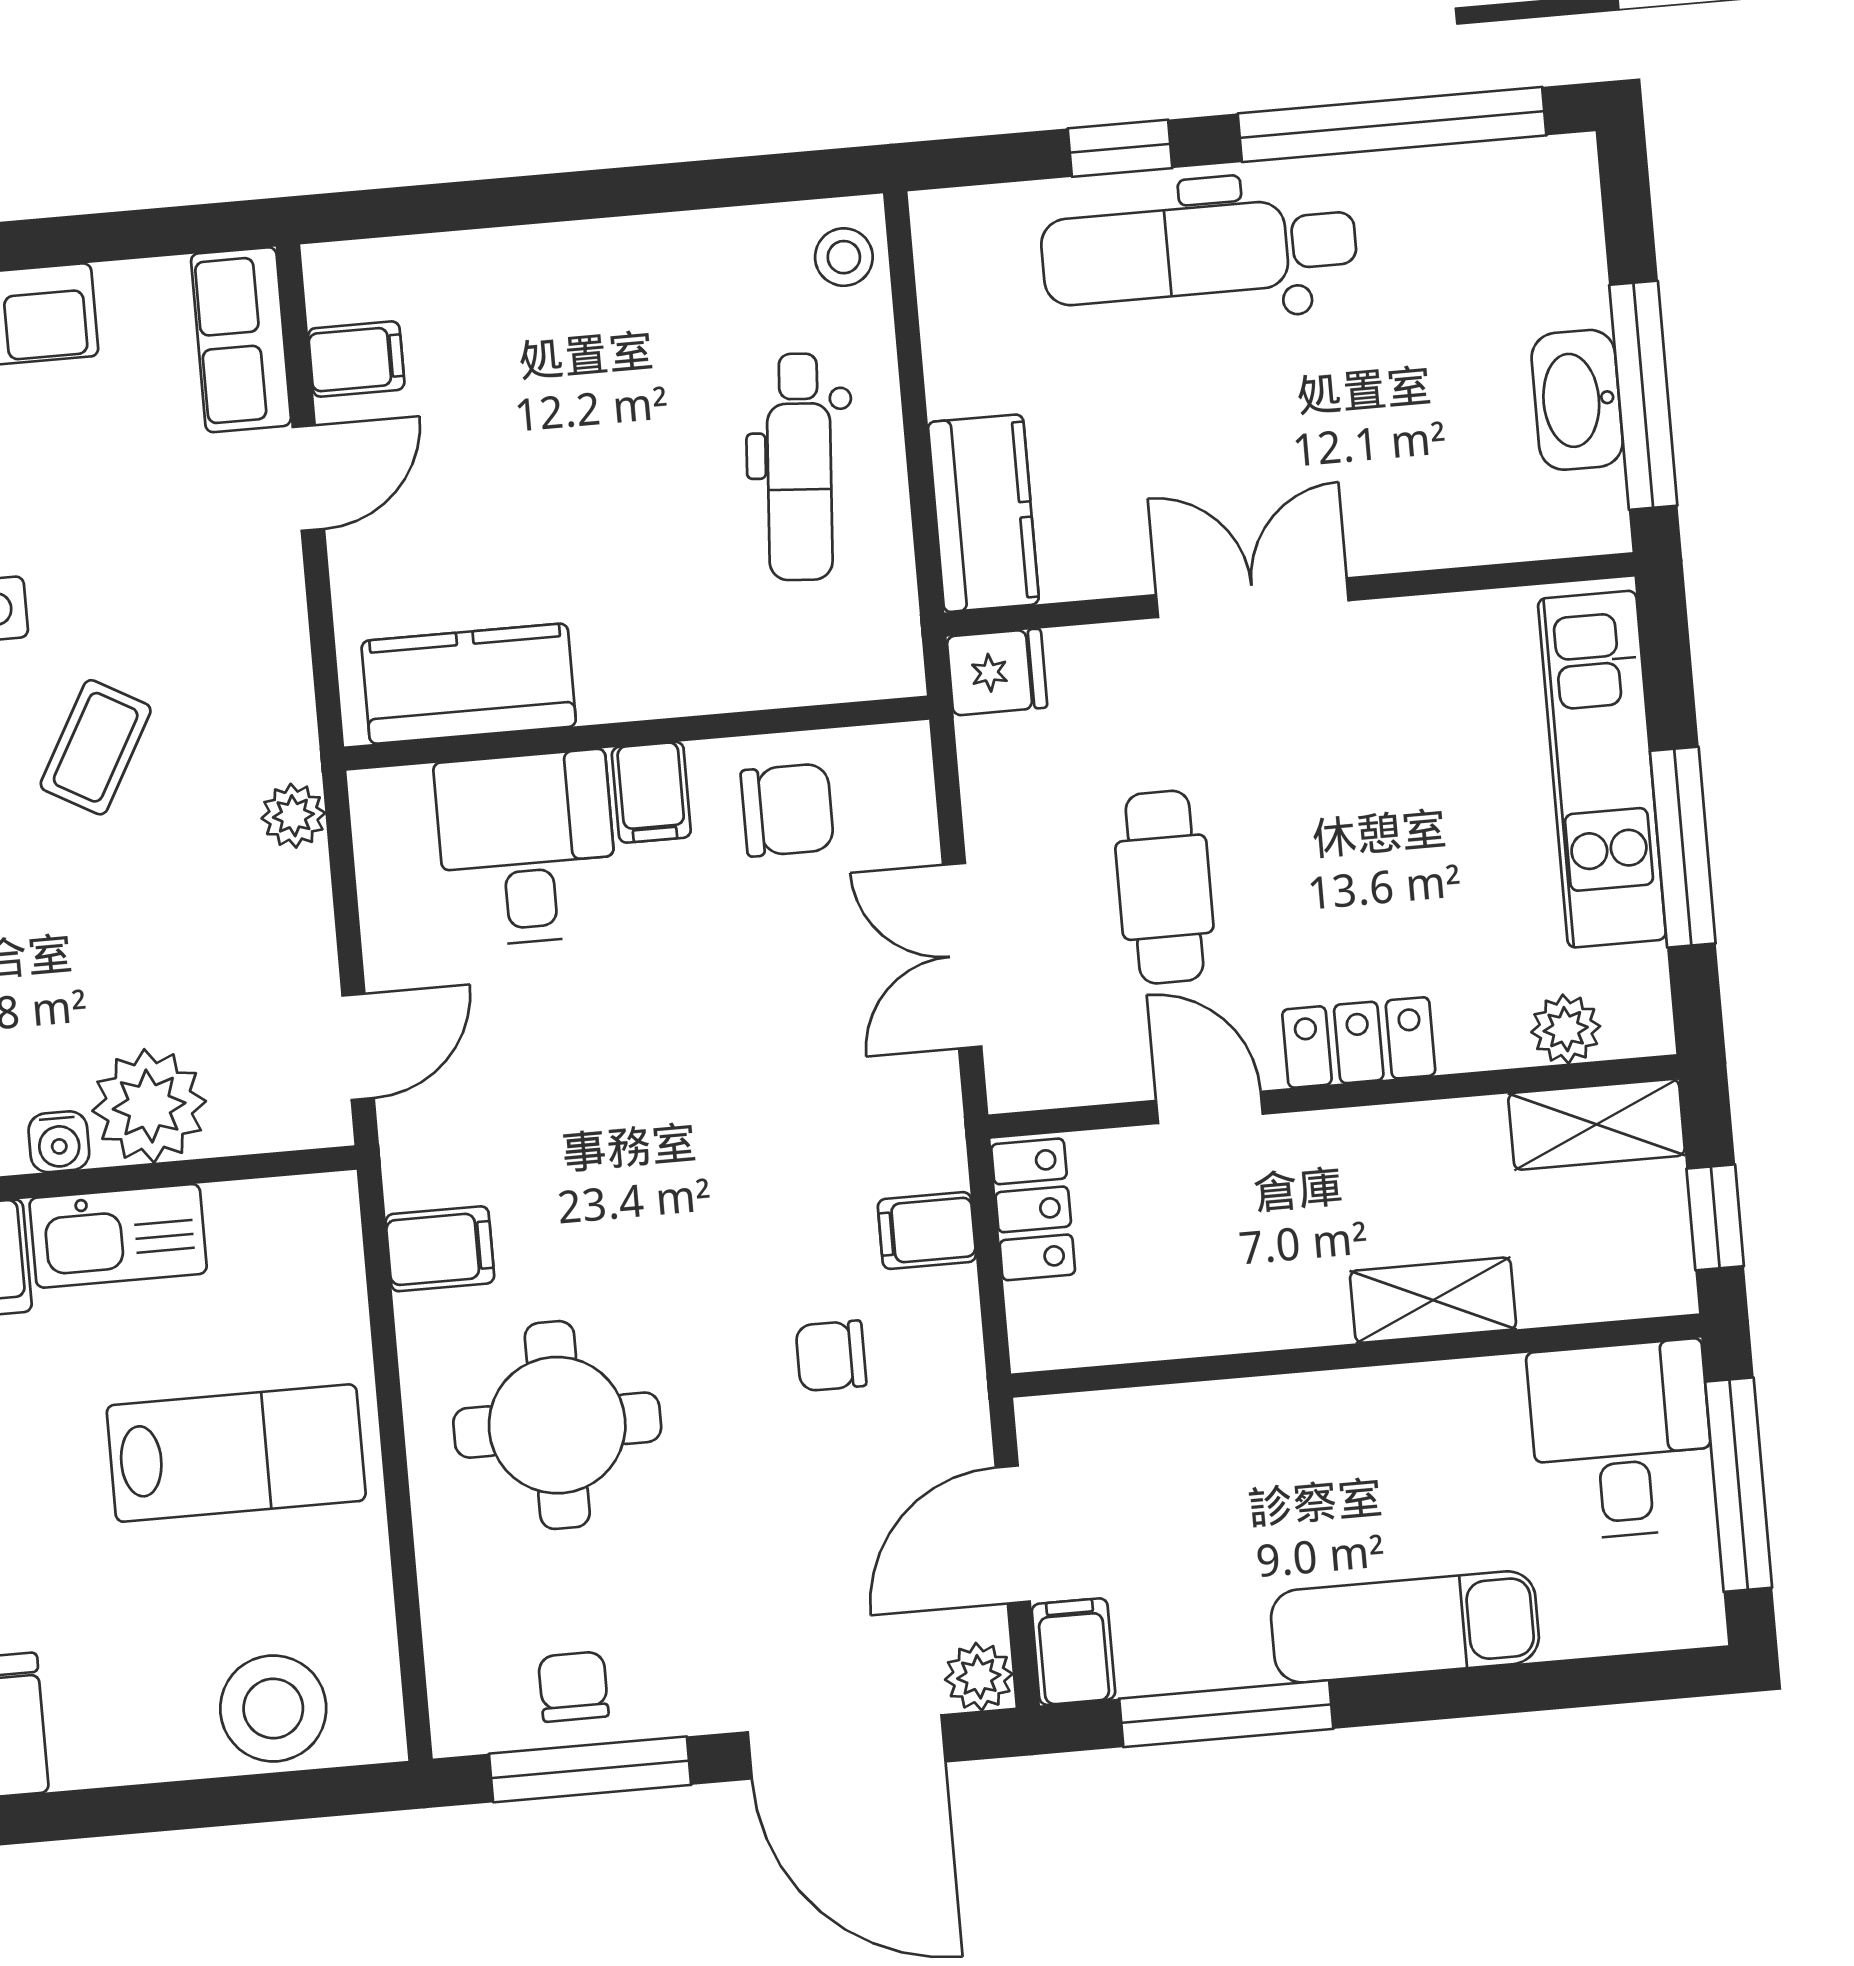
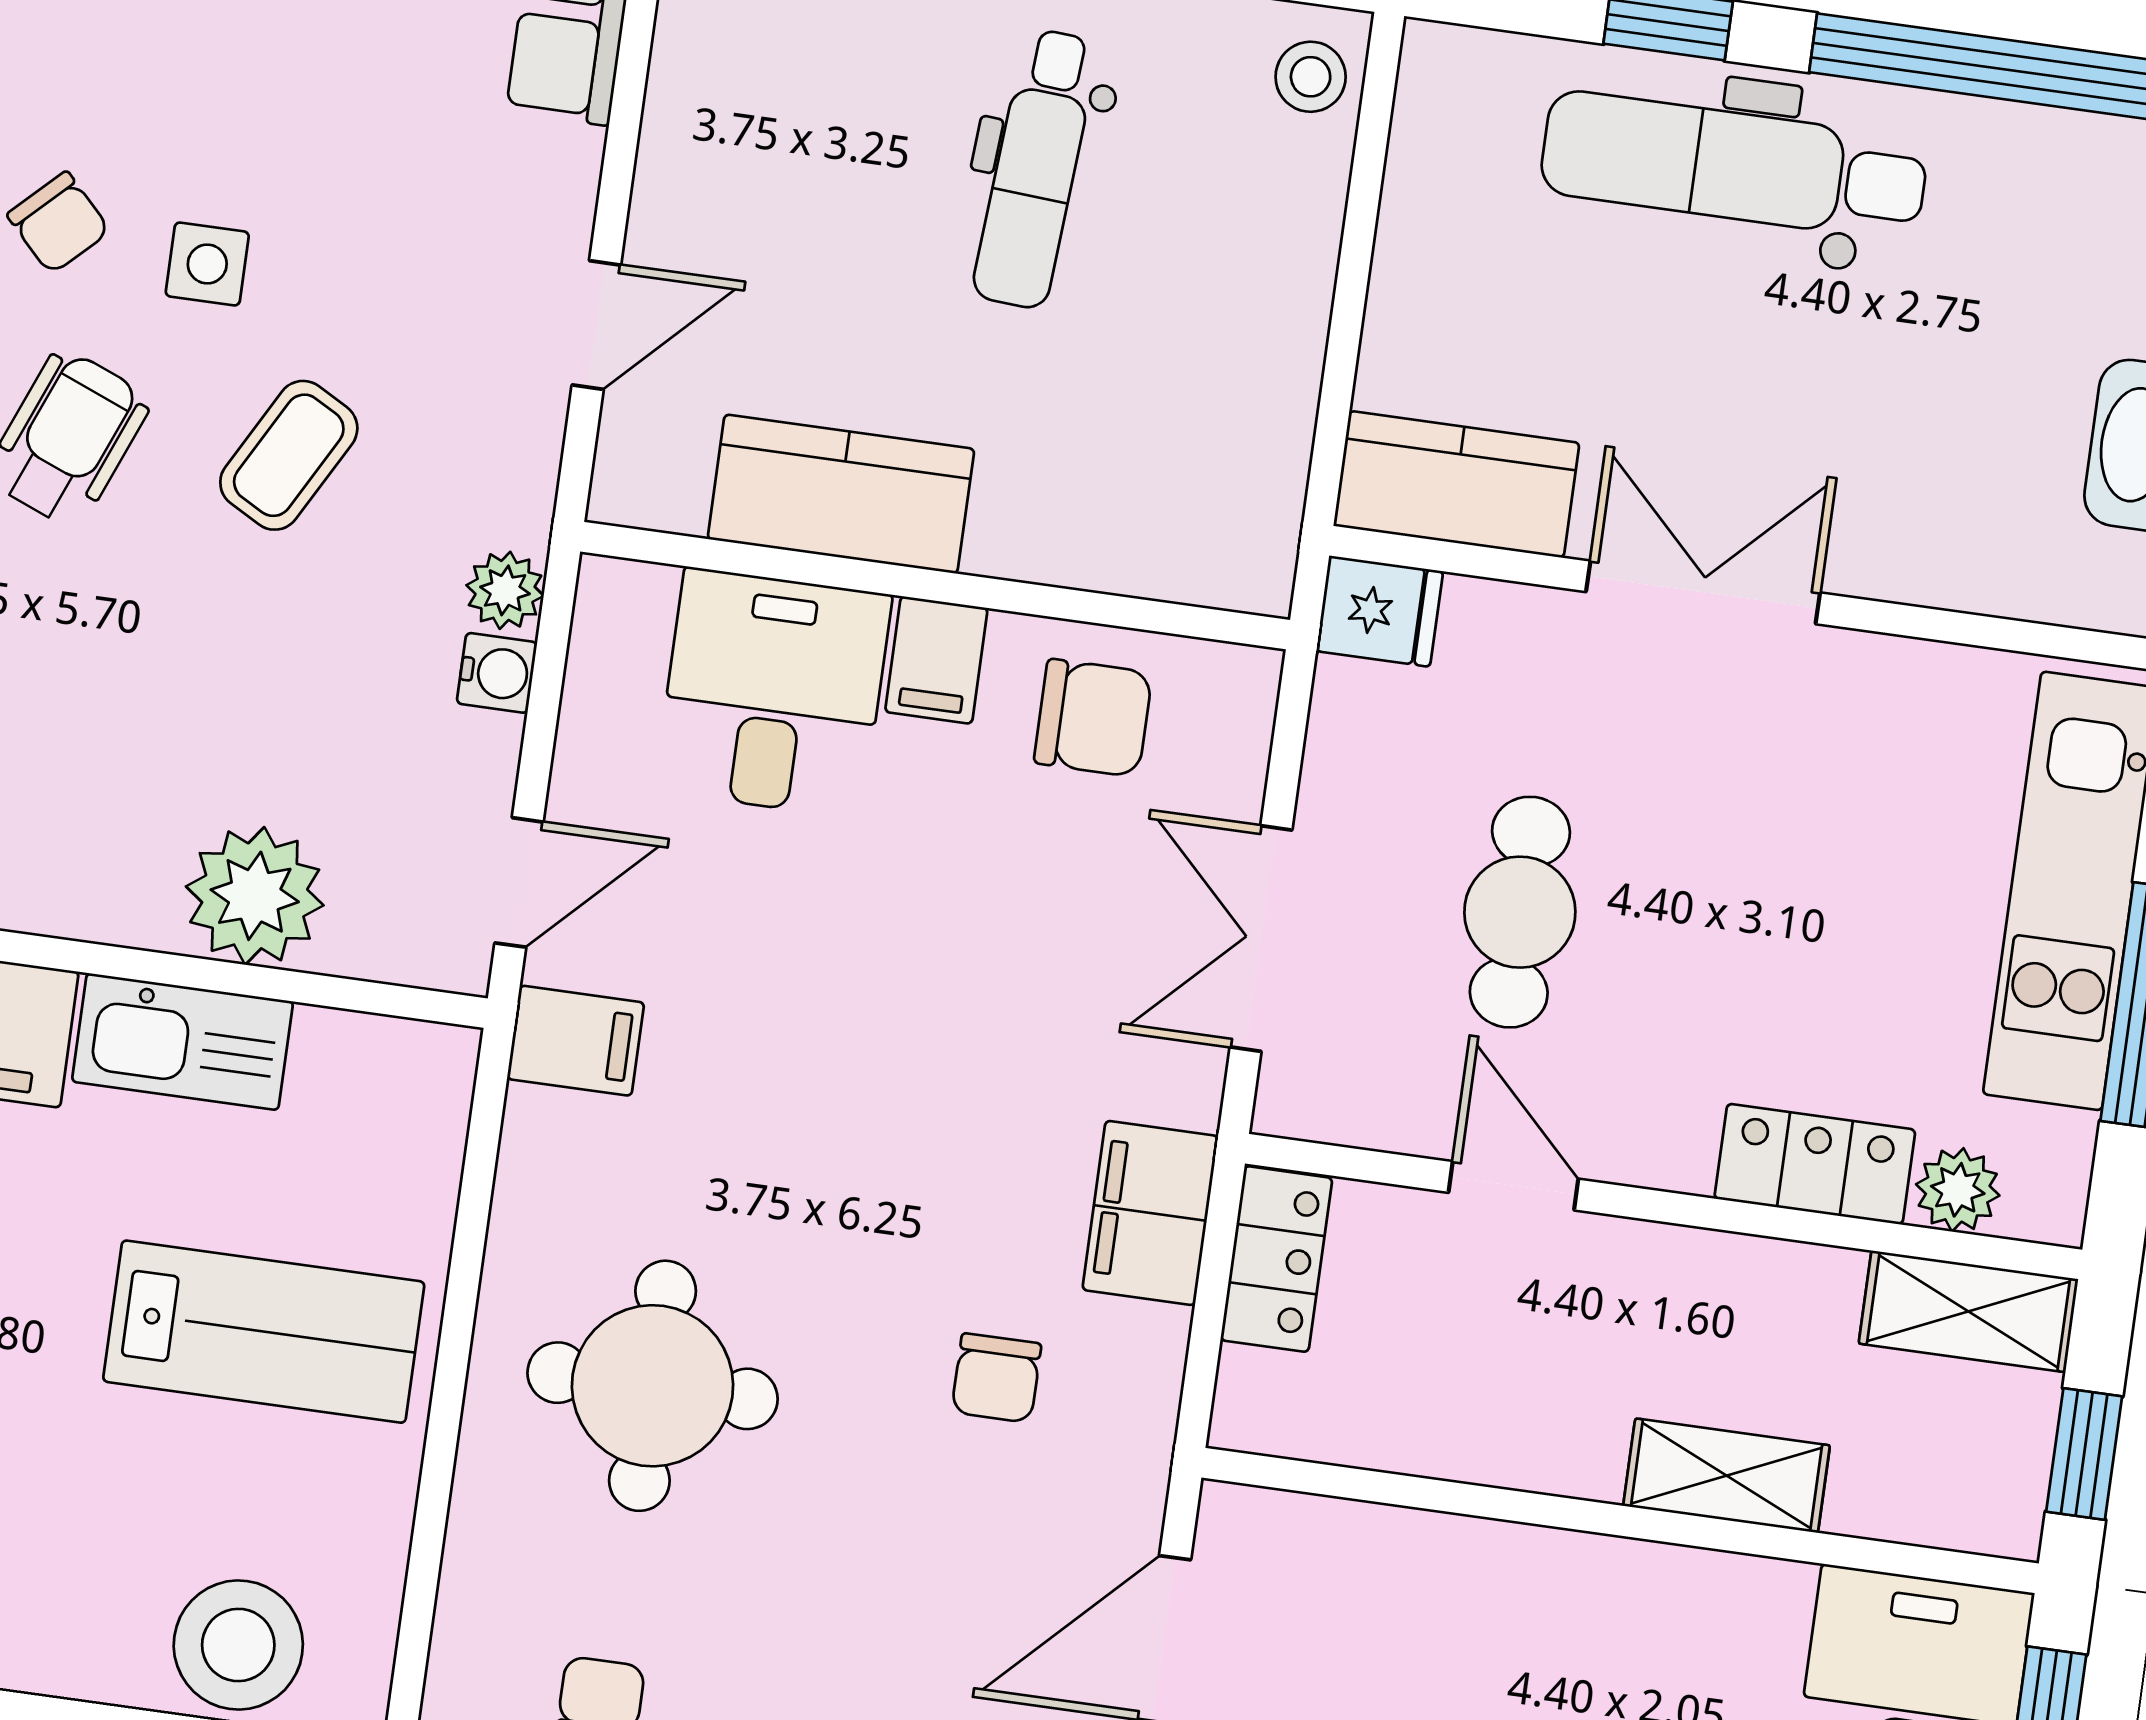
filing cabinet: (356, 359) -> (704, 65), removed
dental chair: (799, 467) -> (1036, 169), moved
door: (308, 478) -> (596, 325), moved
kitchen counter: (984, 513) -> (1456, 484), moved, turned -90
kitchen counter: (469, 684) -> (841, 494), moved
locker: (1359, 1042) -> (1815, 1164), moved
water cooler: (59, 1142) -> (497, 673), moved, turned -90
filing cabinet: (927, 1231) -> (1150, 1213), width x2.00
filing cabinet: (440, 1249) -> (576, 1041), moved
chair: (831, 1356) -> (996, 1378), turned -90

